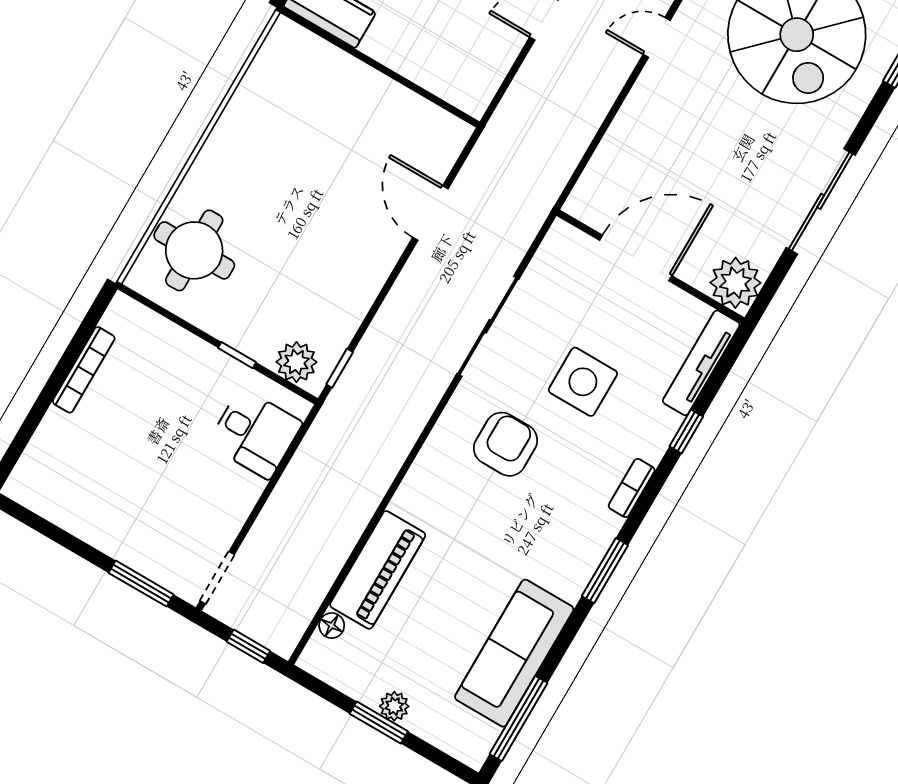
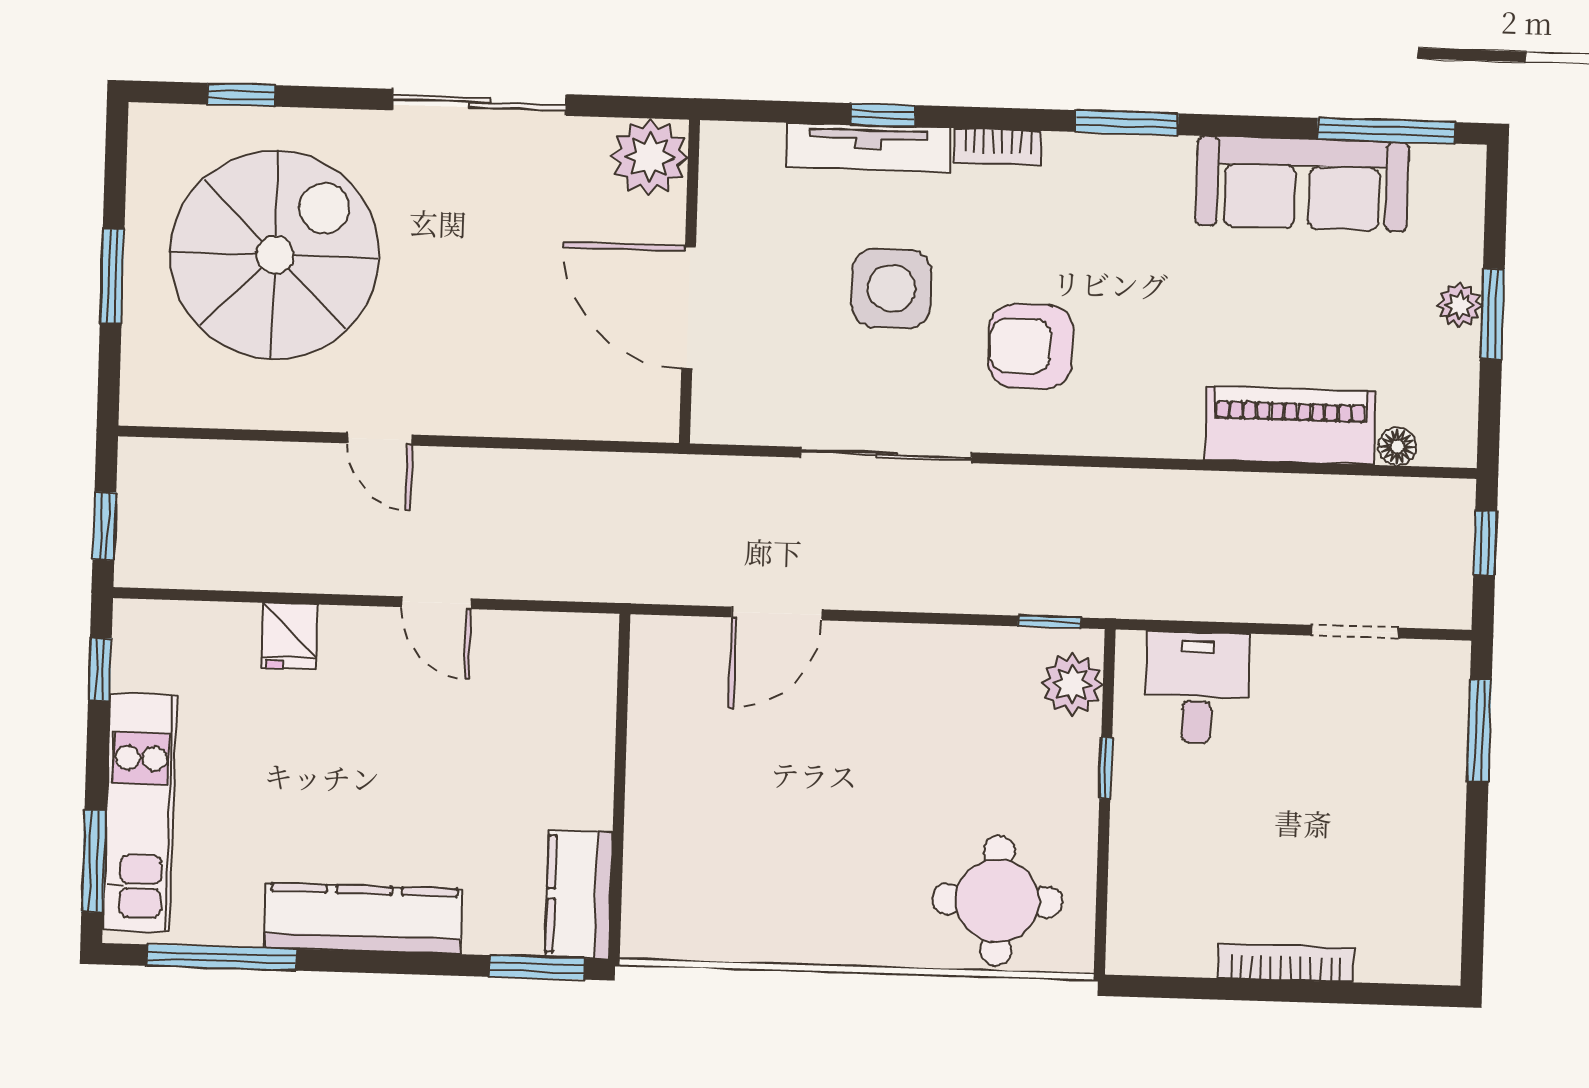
tv unit: (701, 363) -> (868, 147), moved
bookcase: (84, 370) -> (1286, 963), moved
doorway: (217, 578) -> (1355, 632), moved

